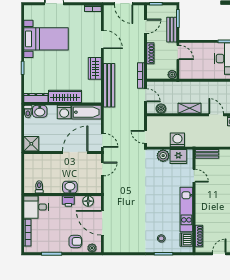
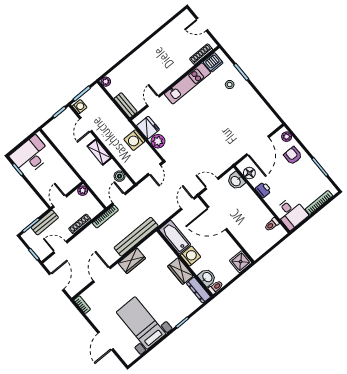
wardrobe: (65, 96) -> (180, 271), width x0.67
washbasin: (70, 187) -> (236, 181), moved

